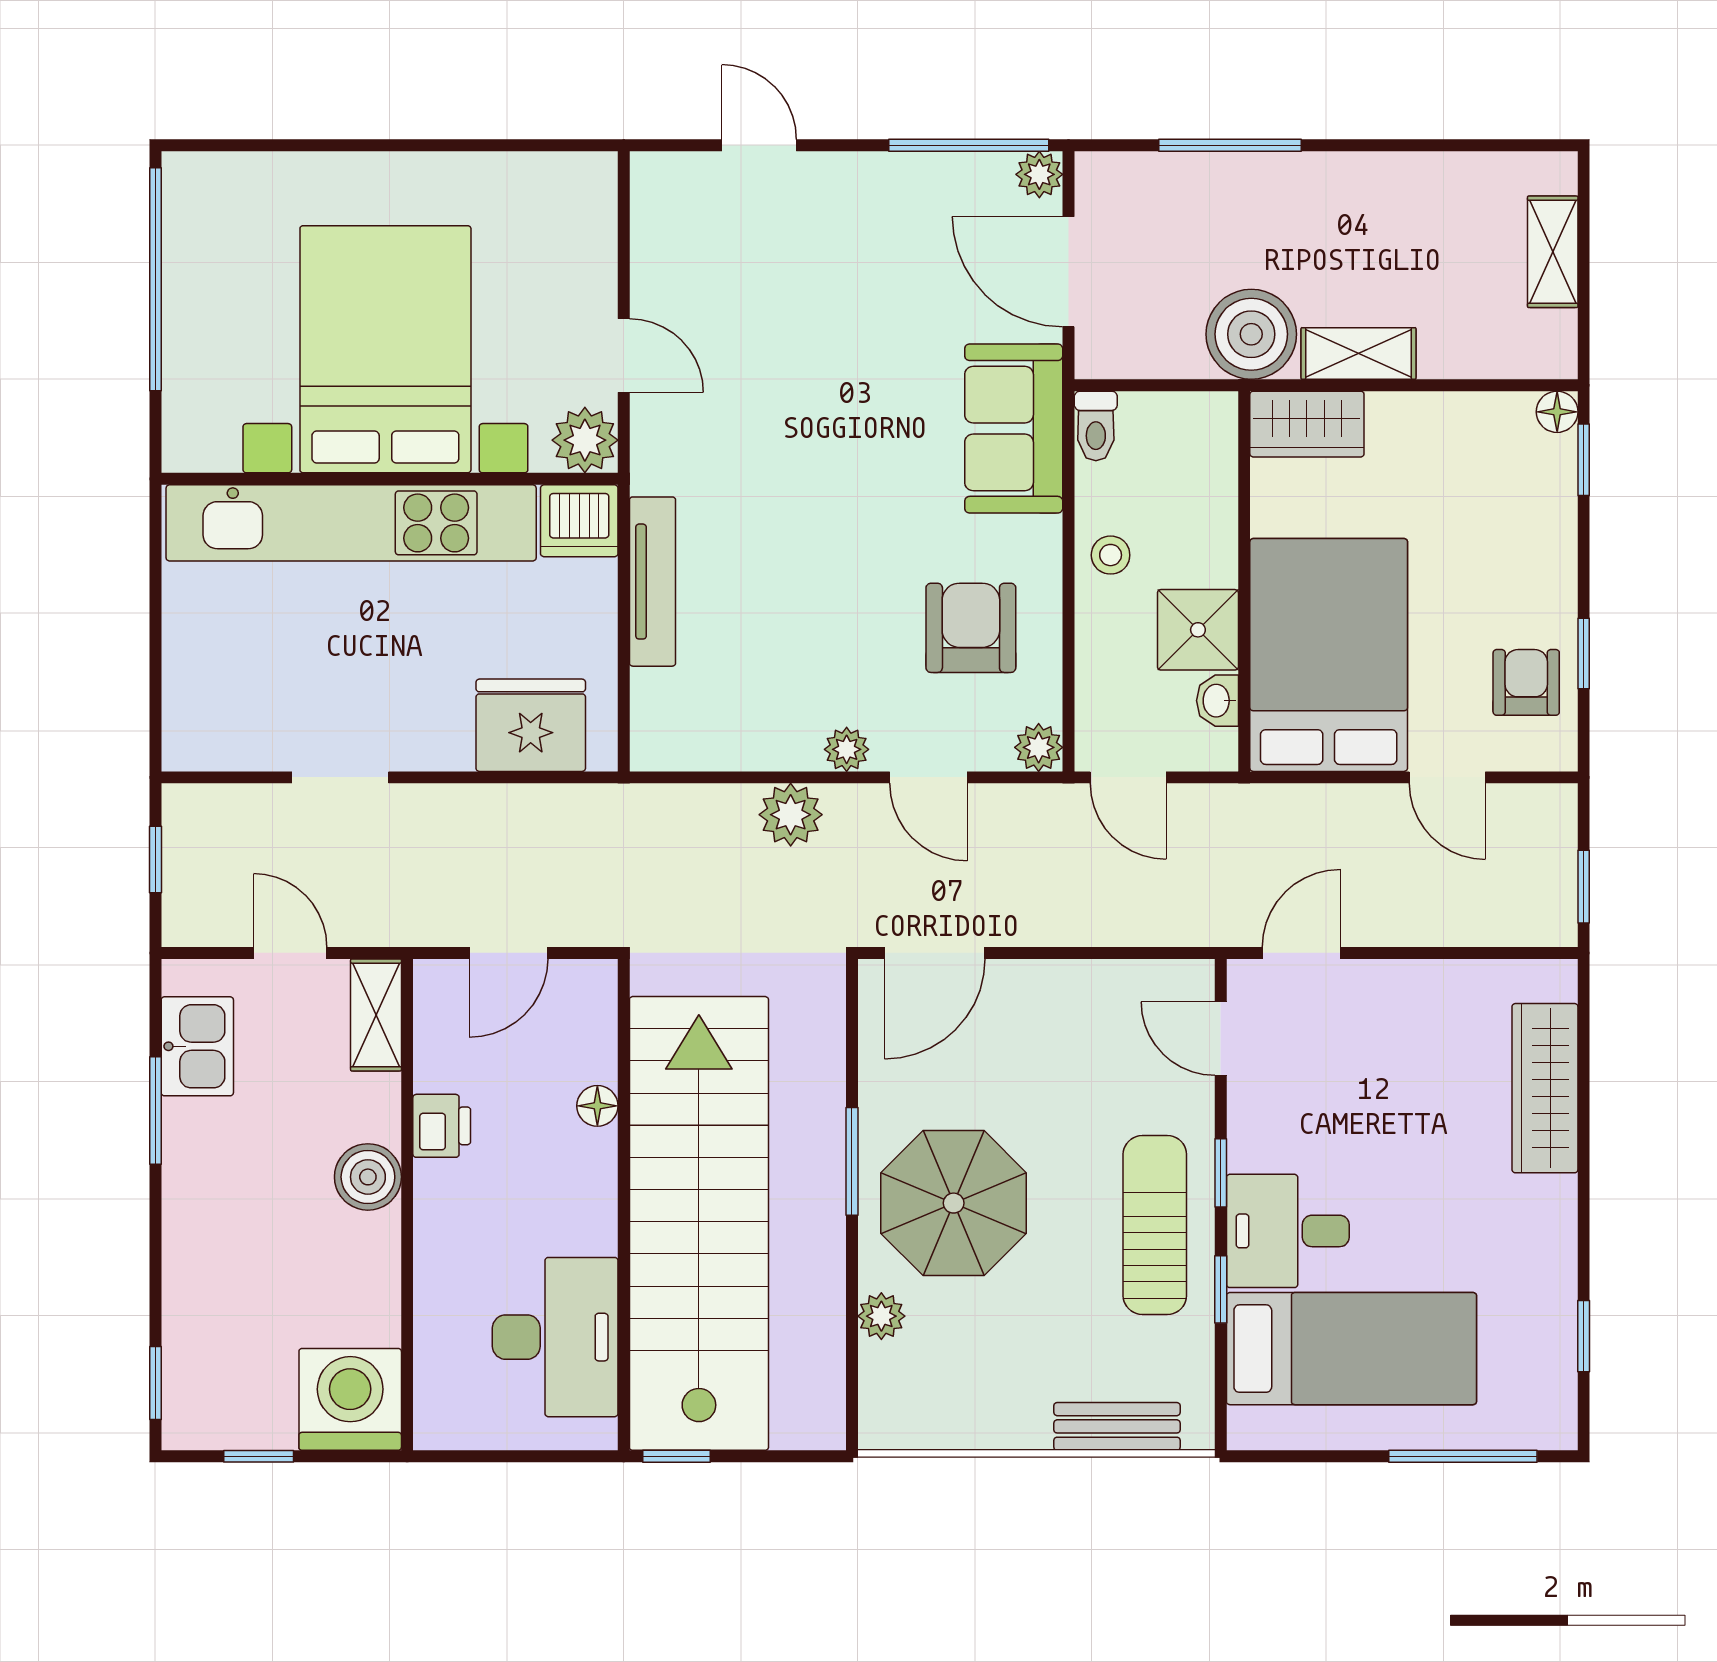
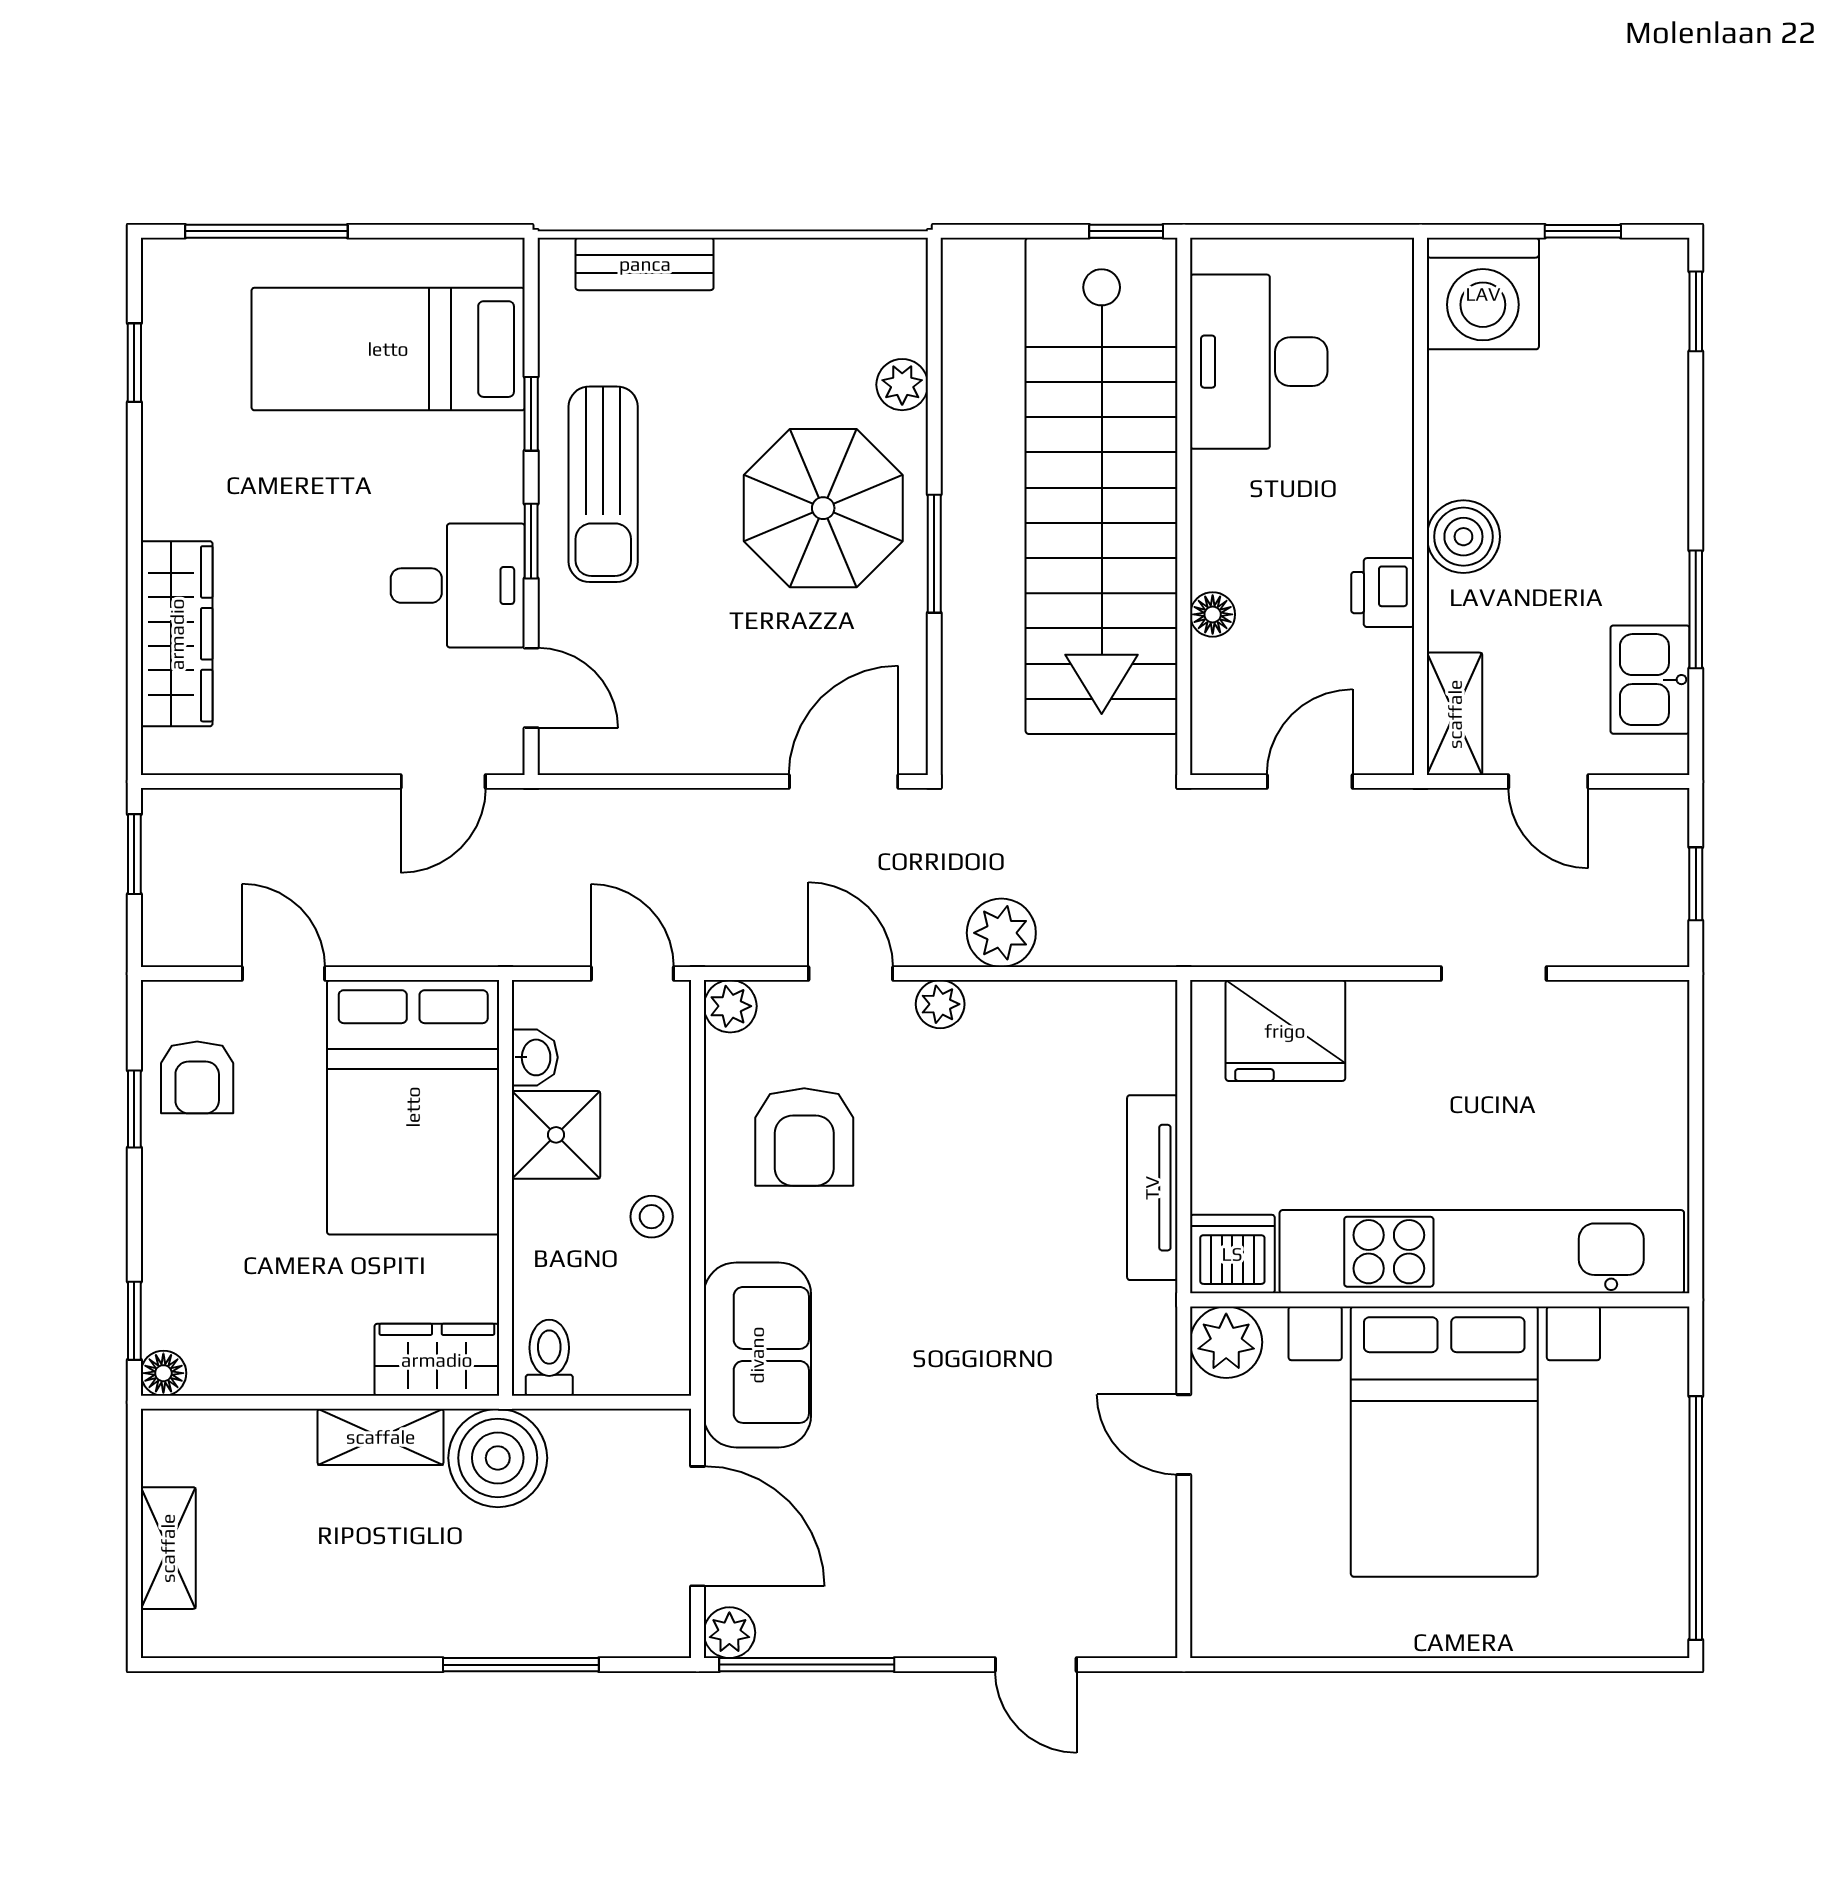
toilet: (1096, 426) -> (549, 1358), moved
desk: (1288, 1231) -> (458, 586), moved

